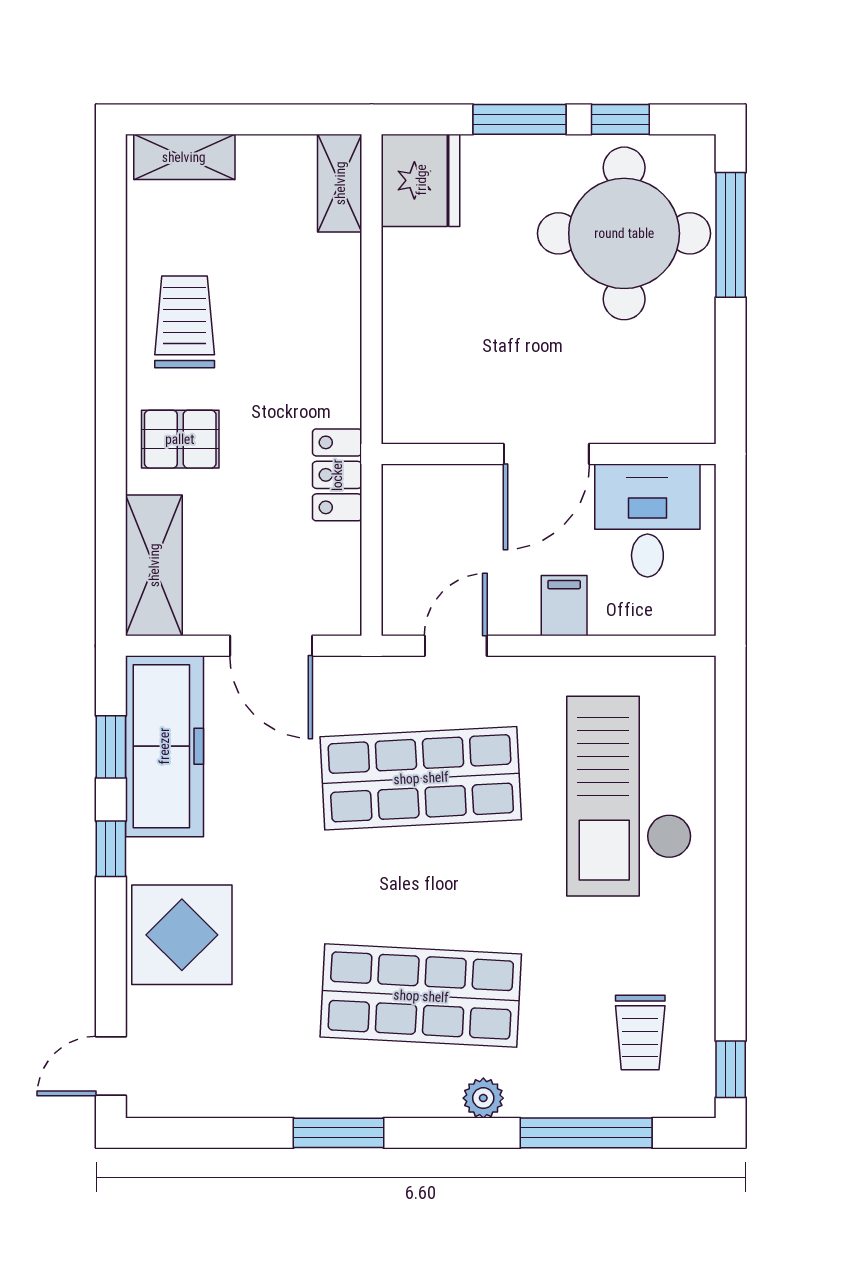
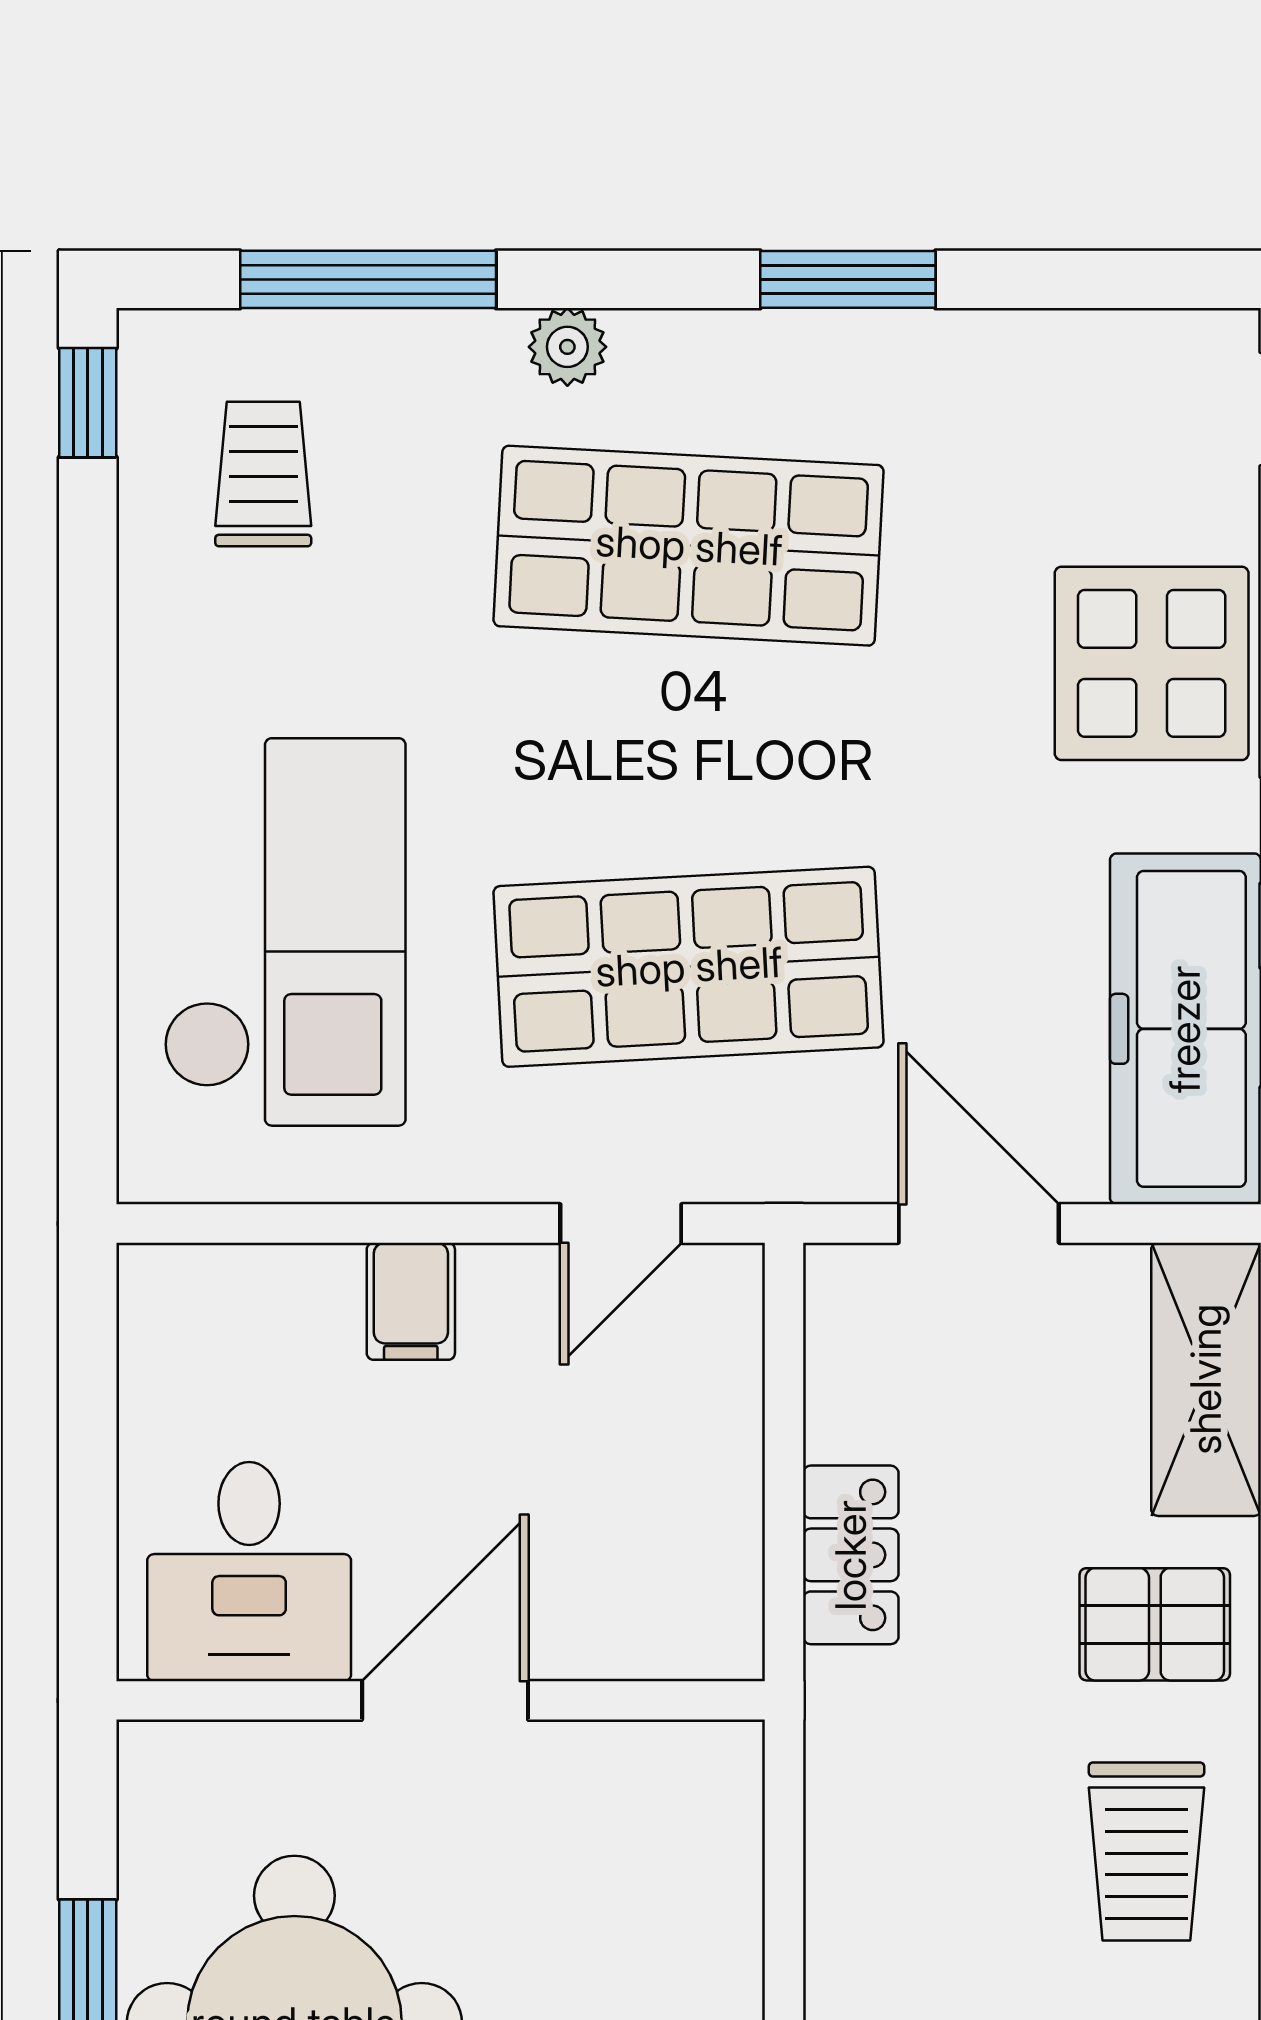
door: (546, 454) -> (445, 1700), moved
wall: (549, 454) -> (441, 1700), moved
desk: (647, 520) -> (249, 1572), moved

